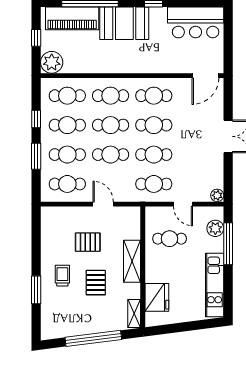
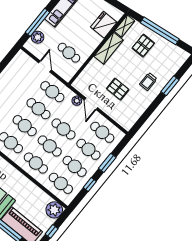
plant: (217, 195) -> (77, 101), moved
shelving: (132, 261) -> (109, 48), moved
pallet: (96, 283) -> (143, 46), moved

